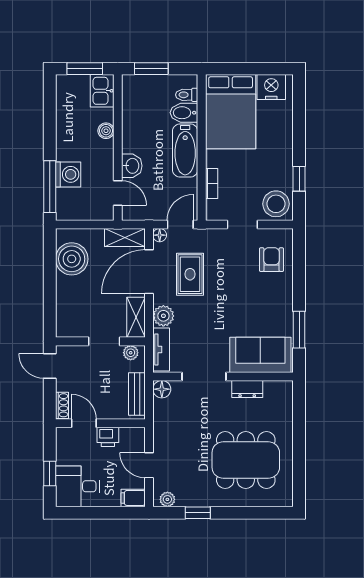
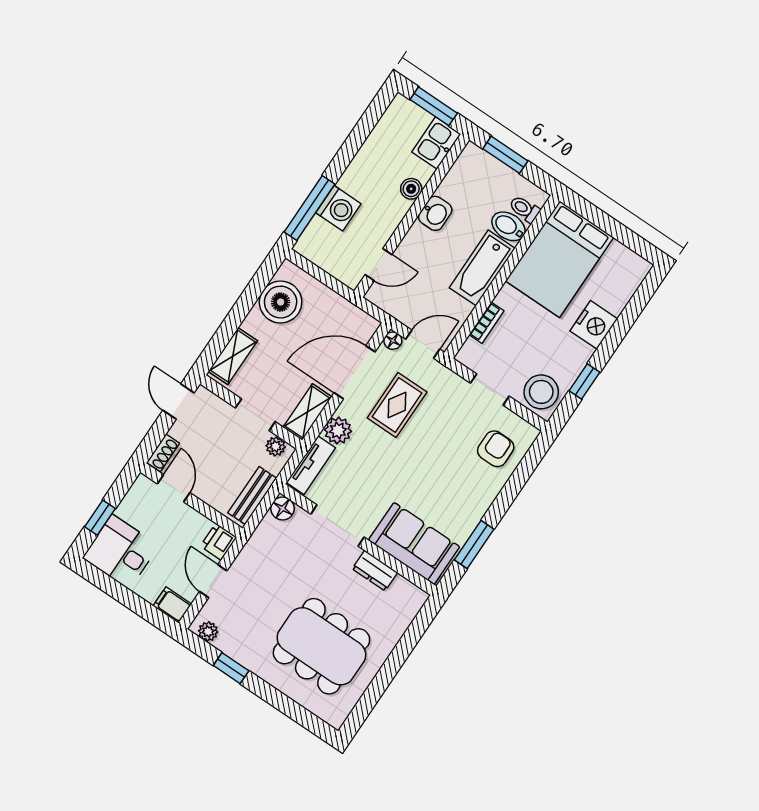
nightstand: (271, 87) -> (594, 325), moved, turned 90
washbasin: (132, 166) -> (435, 213), moved
door: (118, 193) -> (379, 265), hinge flipped
shelving: (125, 238) -> (233, 356), moved, turned 90
printer: (108, 437) -> (218, 542), moved, turned 90

